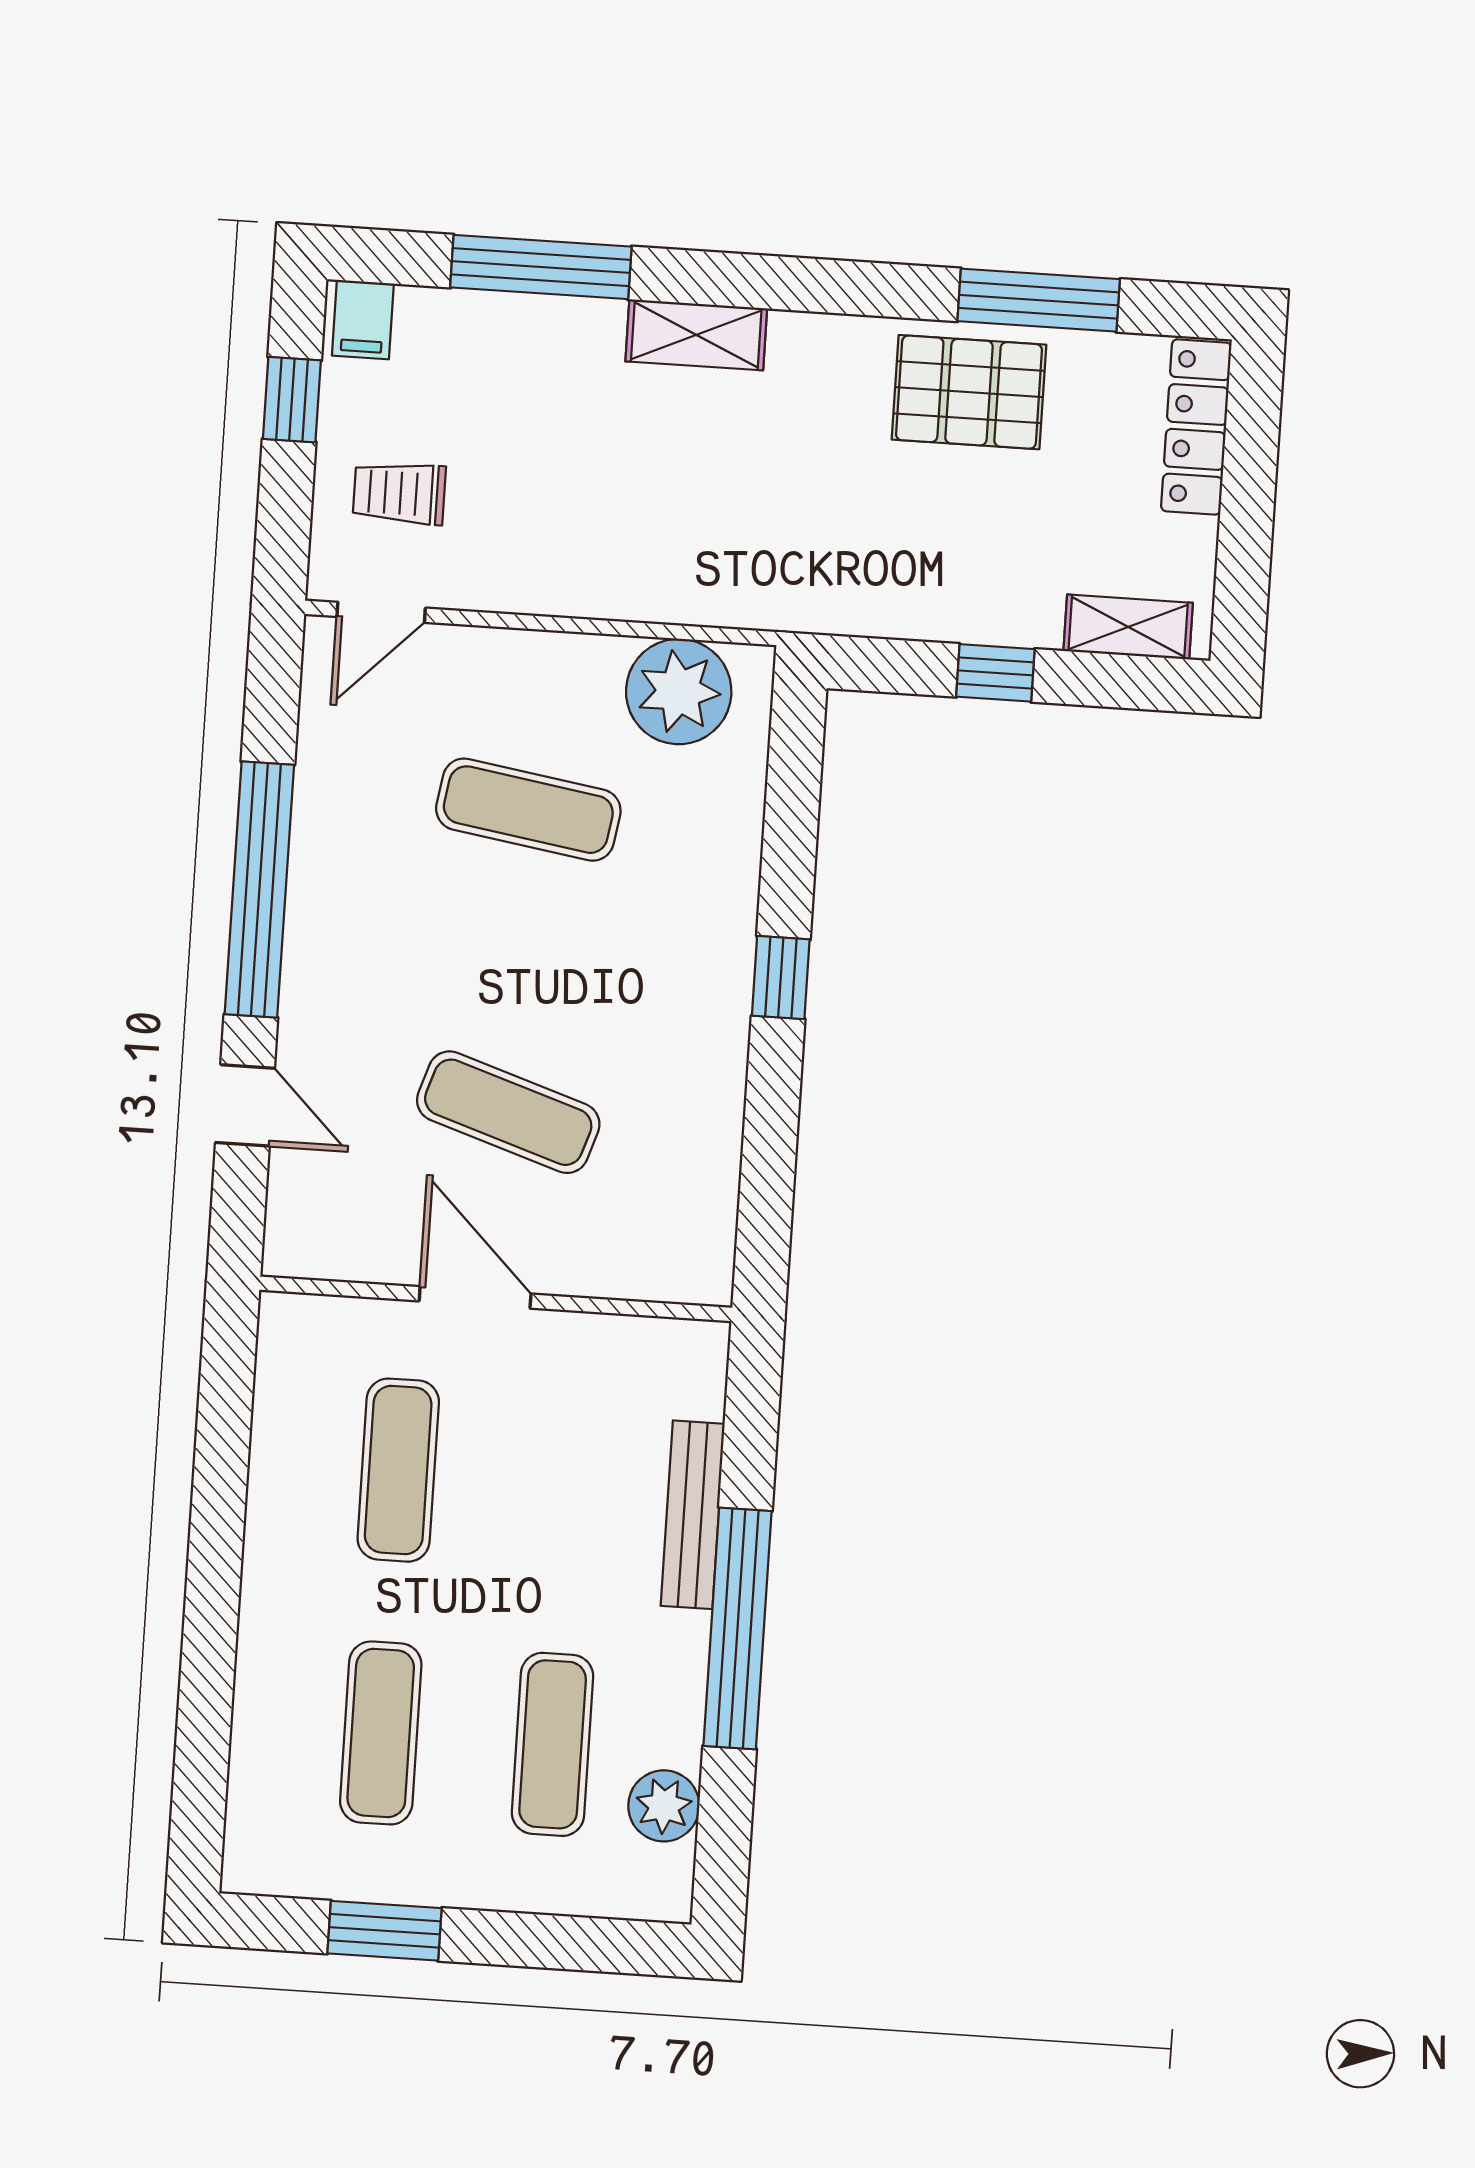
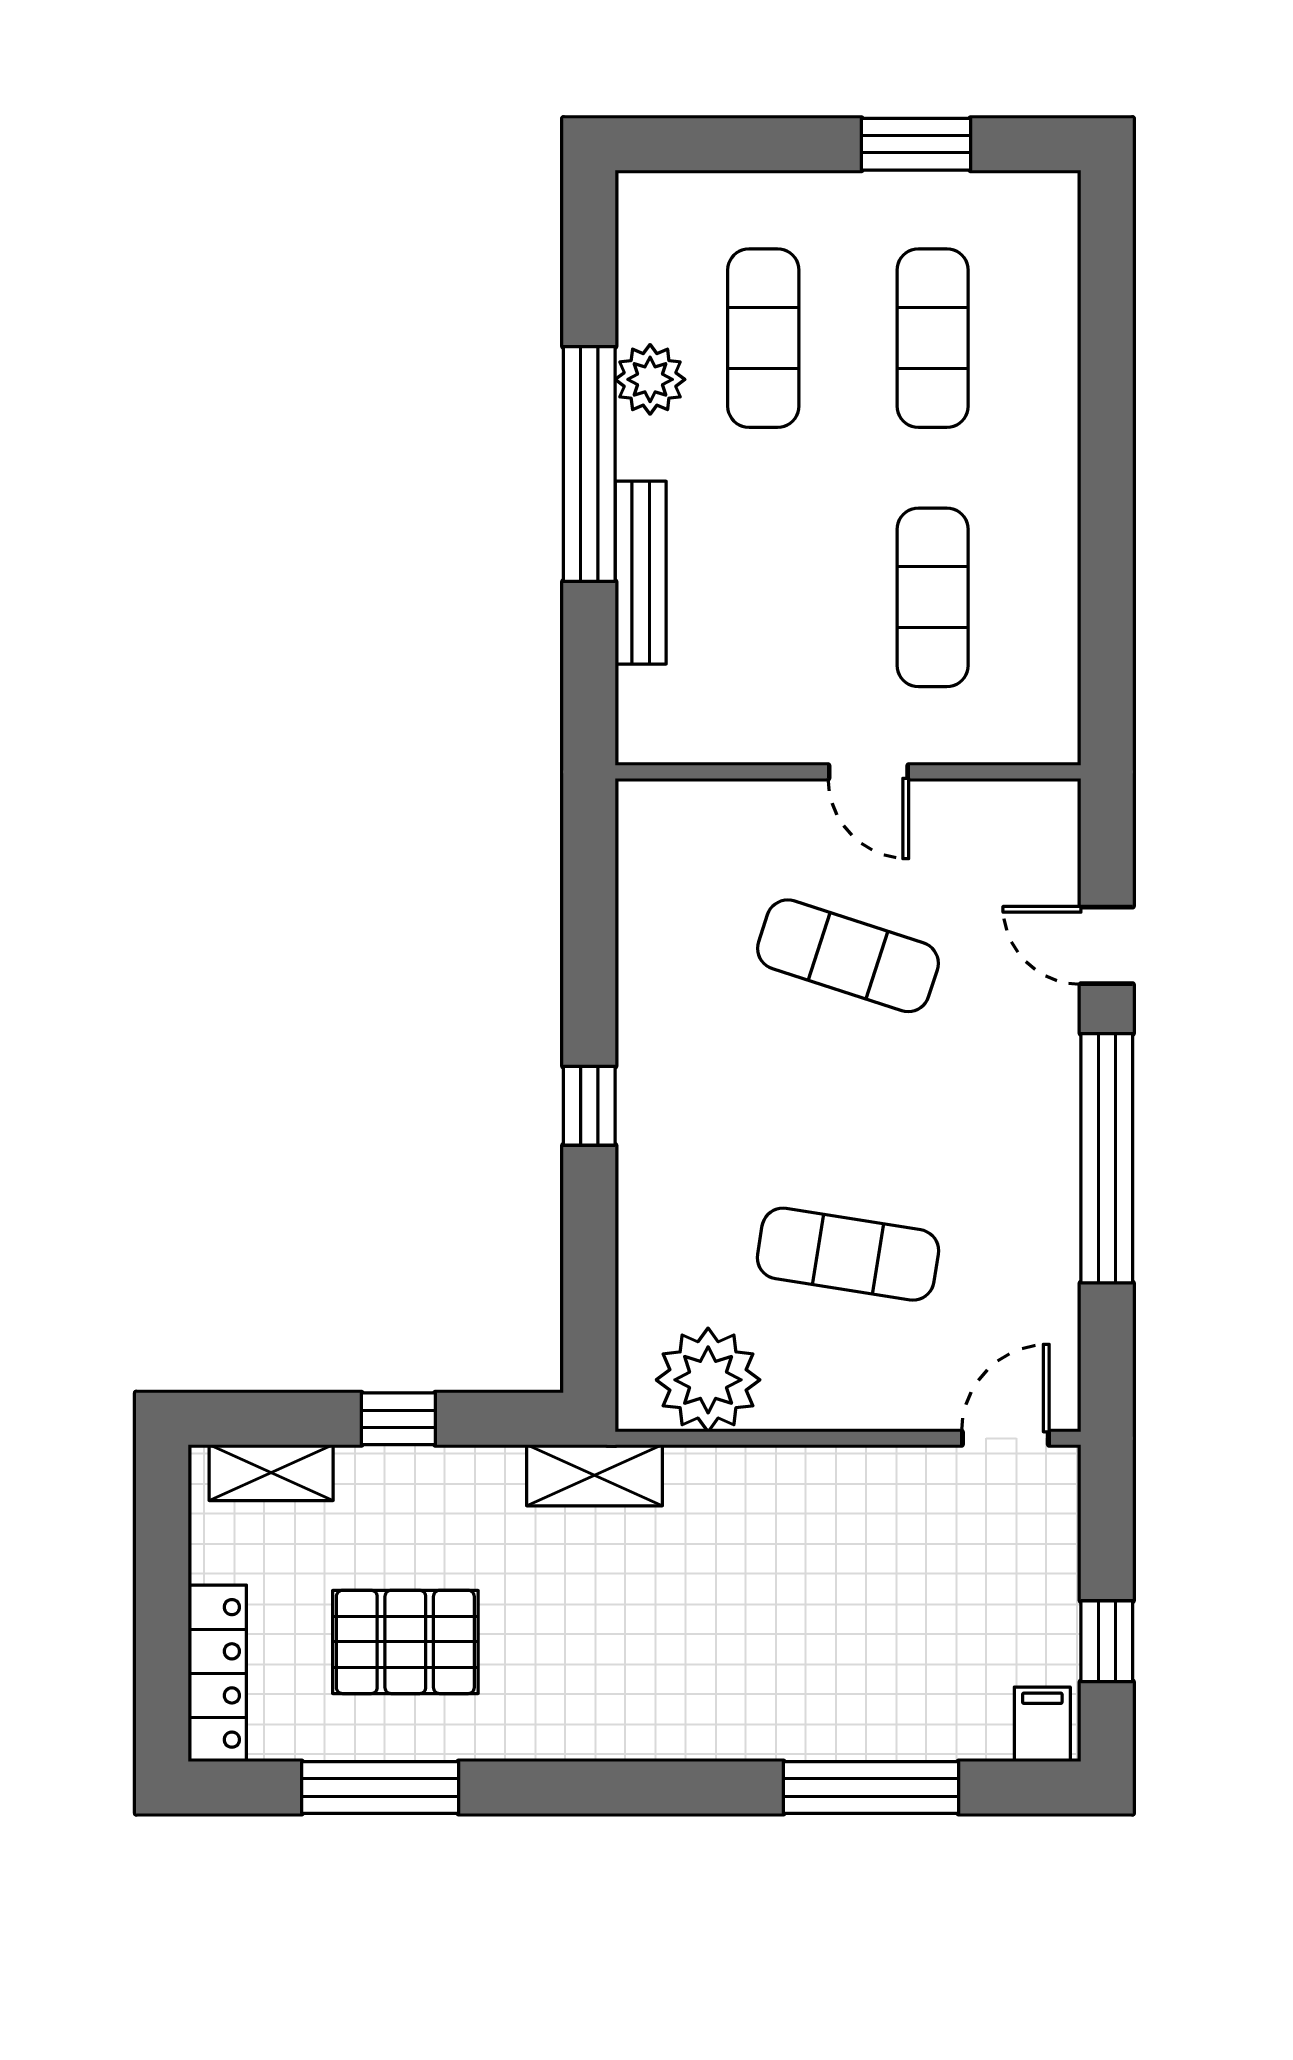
shelving: (696, 335) -> (595, 1475), moved
pallet: (969, 392) -> (405, 1642), moved
trolley: (399, 493) -> (995, 1557), removed
door: (475, 1297) -> (868, 772), width x0.73
plant: (664, 1806) -> (650, 379), moved

